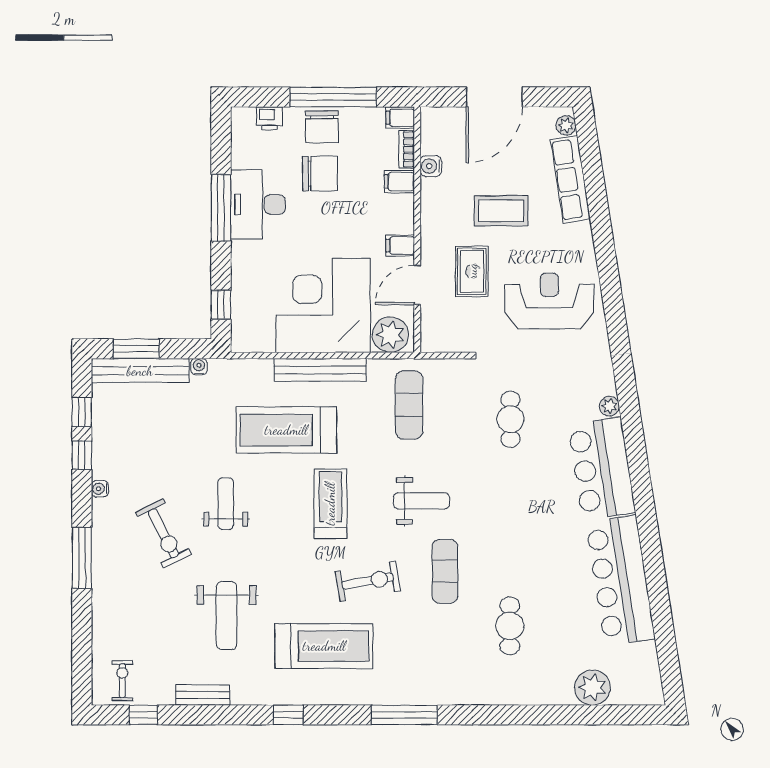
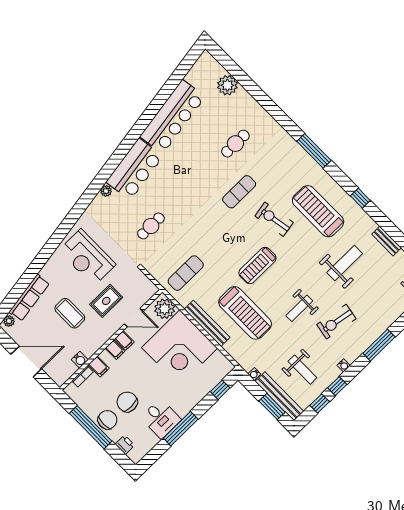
filing cabinet: (400, 118) -> (115, 350), moved
desk: (258, 204) -> (161, 419), width x0.73
weight bench: (421, 501) -> (302, 370), moved, turned 180
exercise bike: (163, 533) -> (336, 322), turned -143

